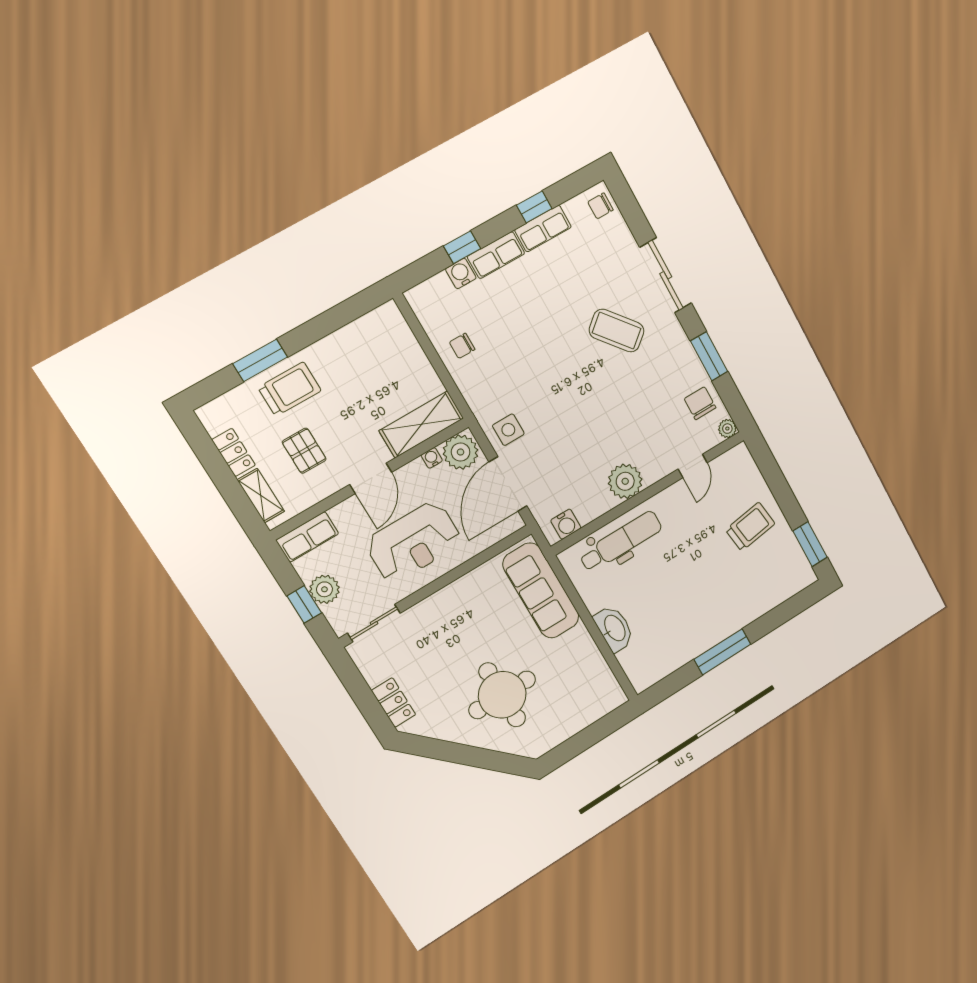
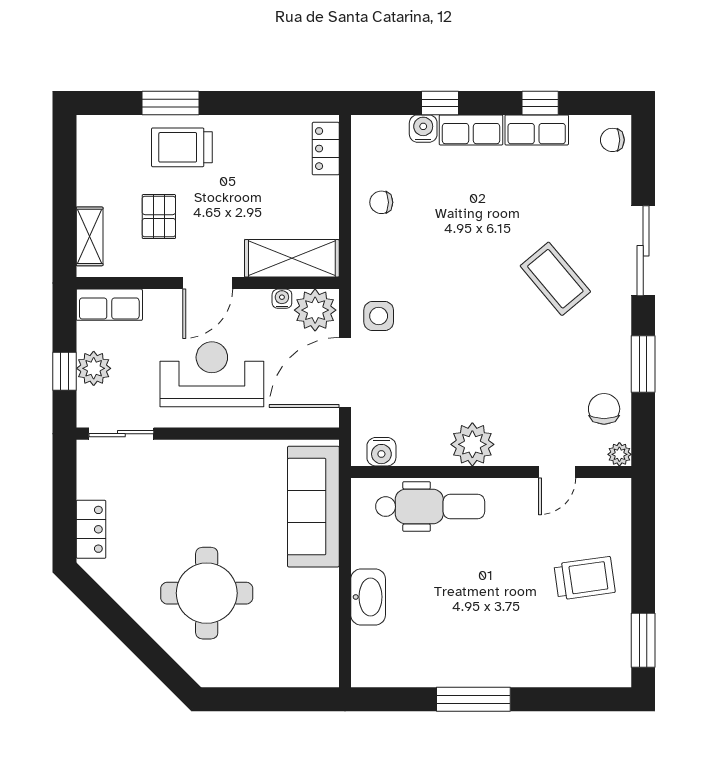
trolley: (290, 389) -> (182, 147), turned 180
locker: (234, 452) -> (326, 149), moved, turned 180
reception desk: (414, 542) -> (212, 374), turned 180

